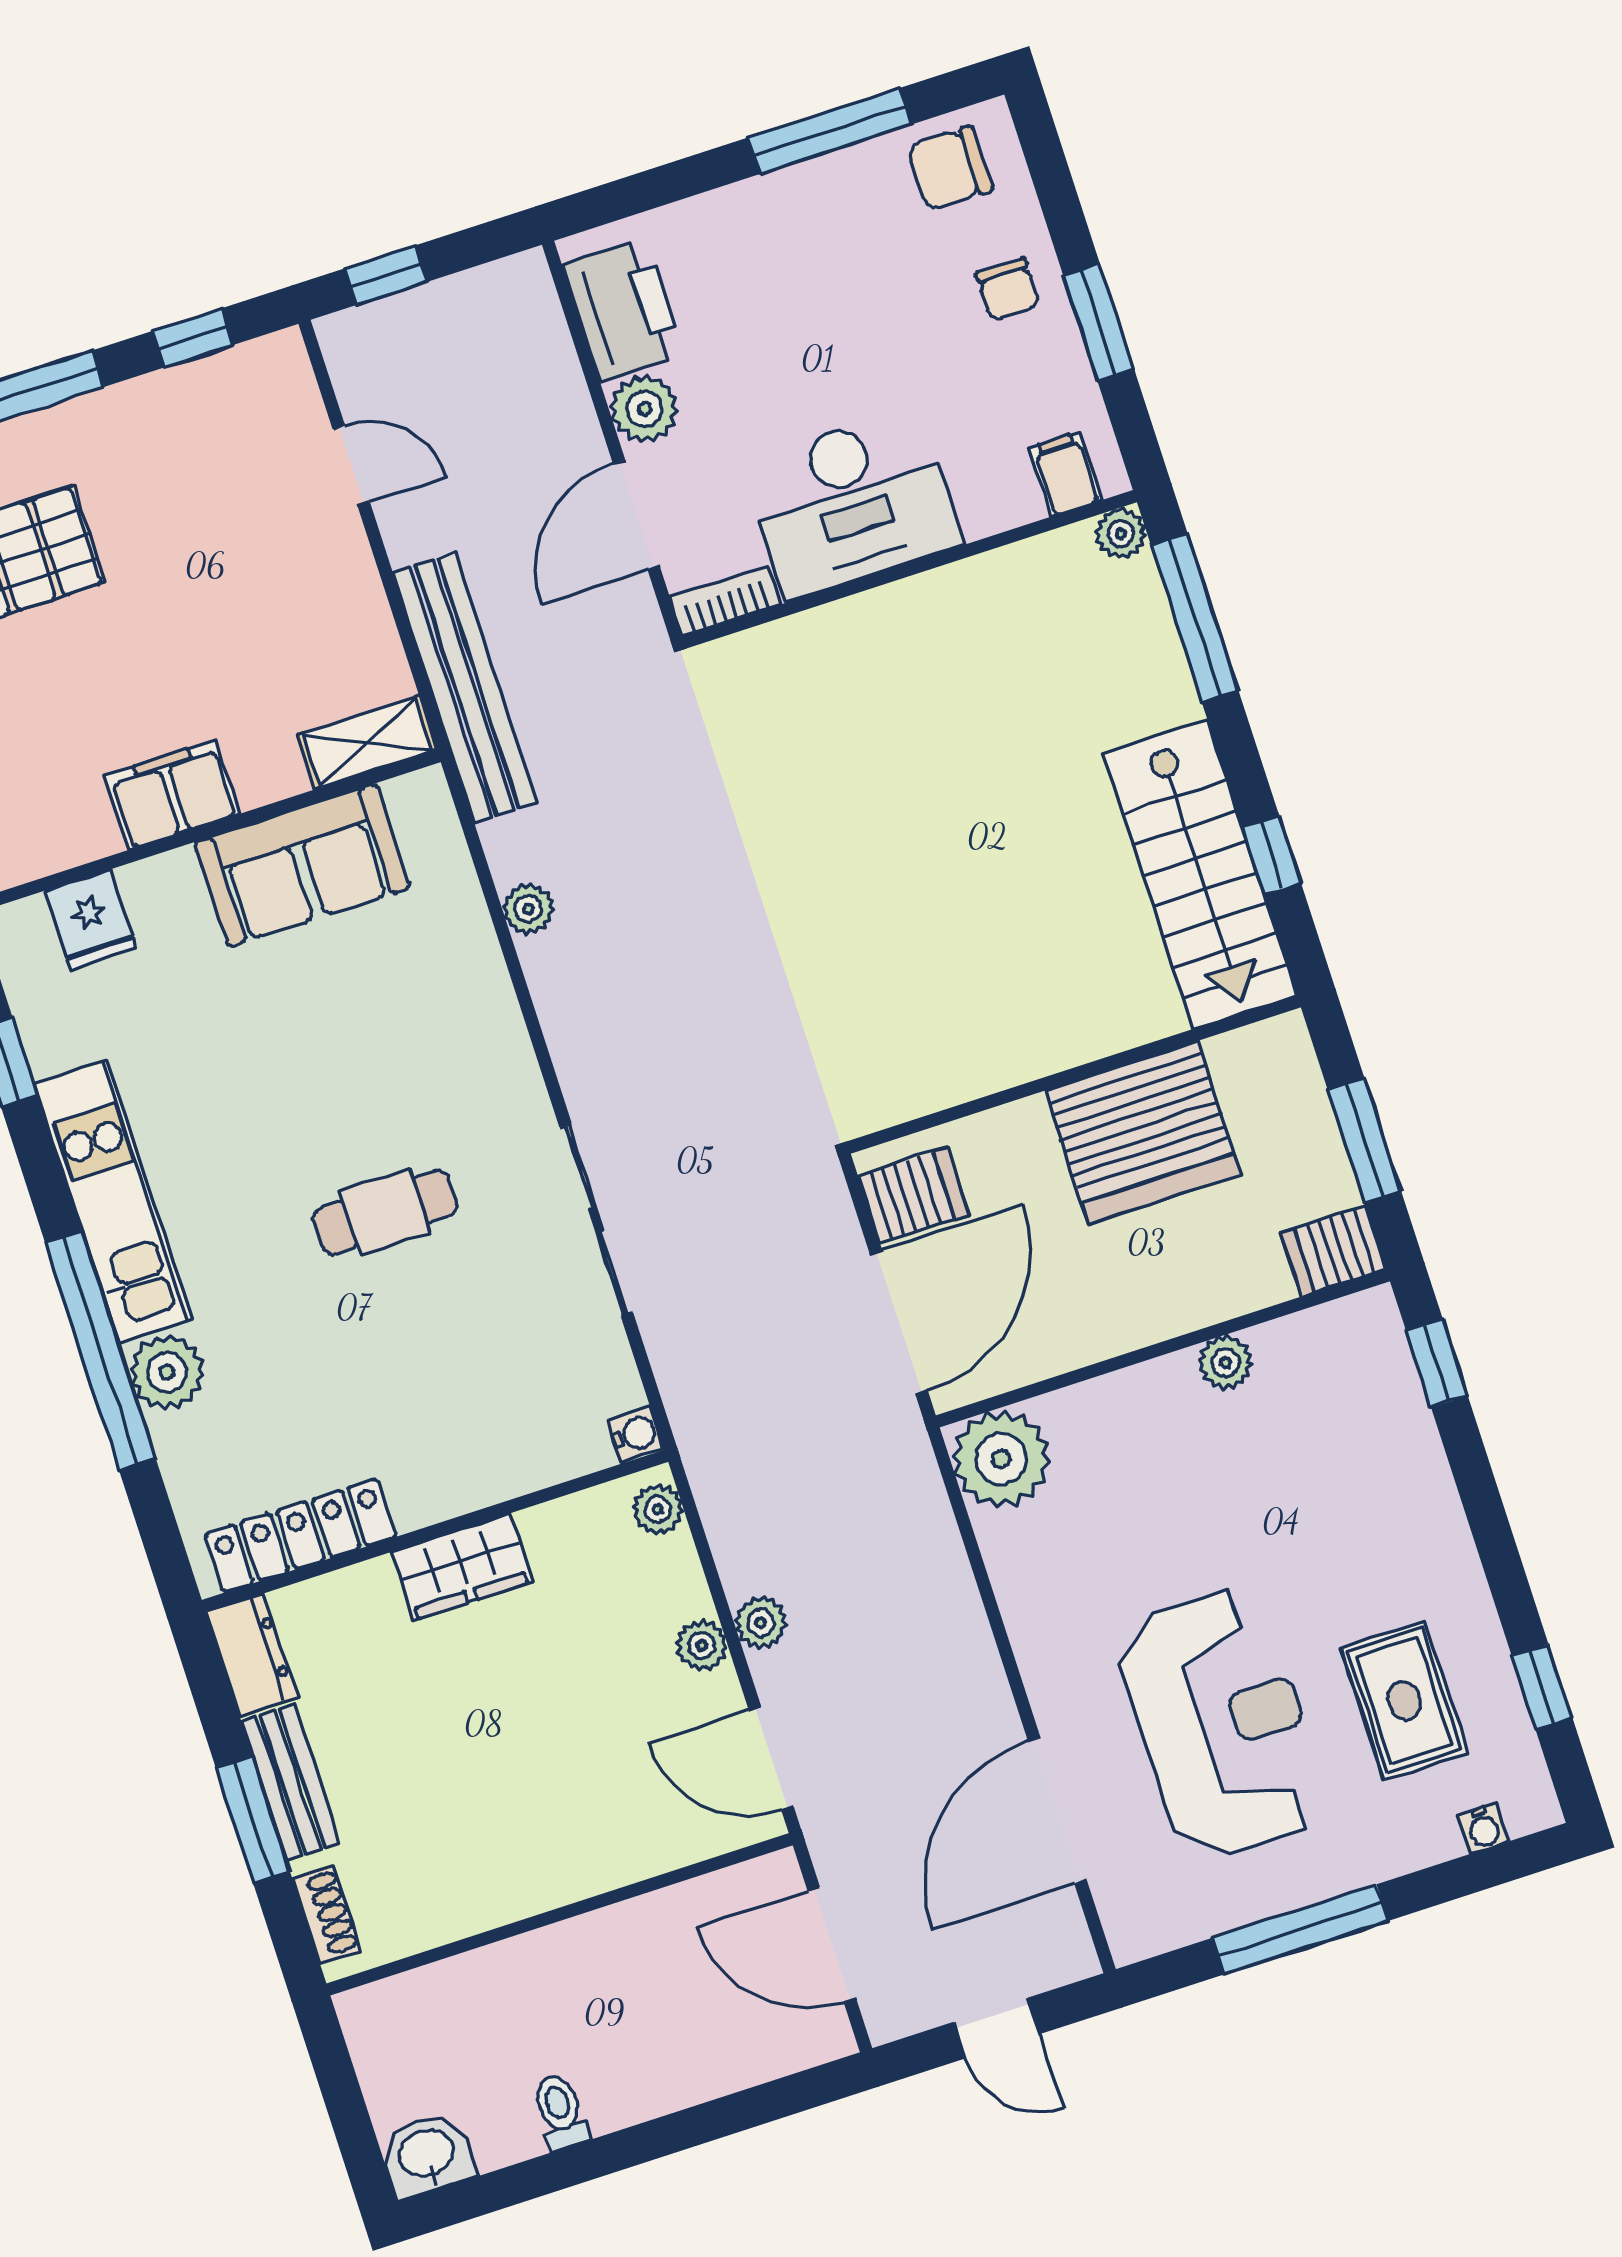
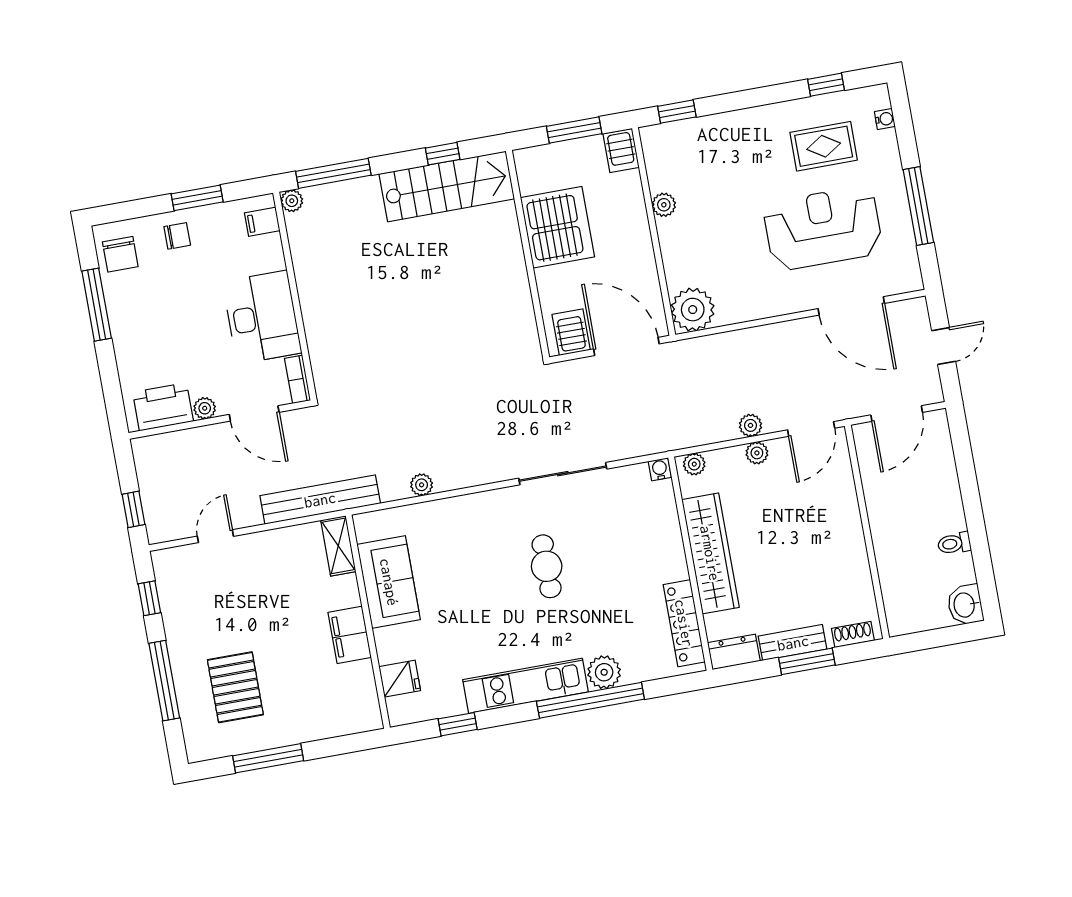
plant: (644, 409) -> (205, 408), width x0.73, depth x0.73
wardrobe: (462, 1567) -> (710, 553), width x2.10, depth x1.17

